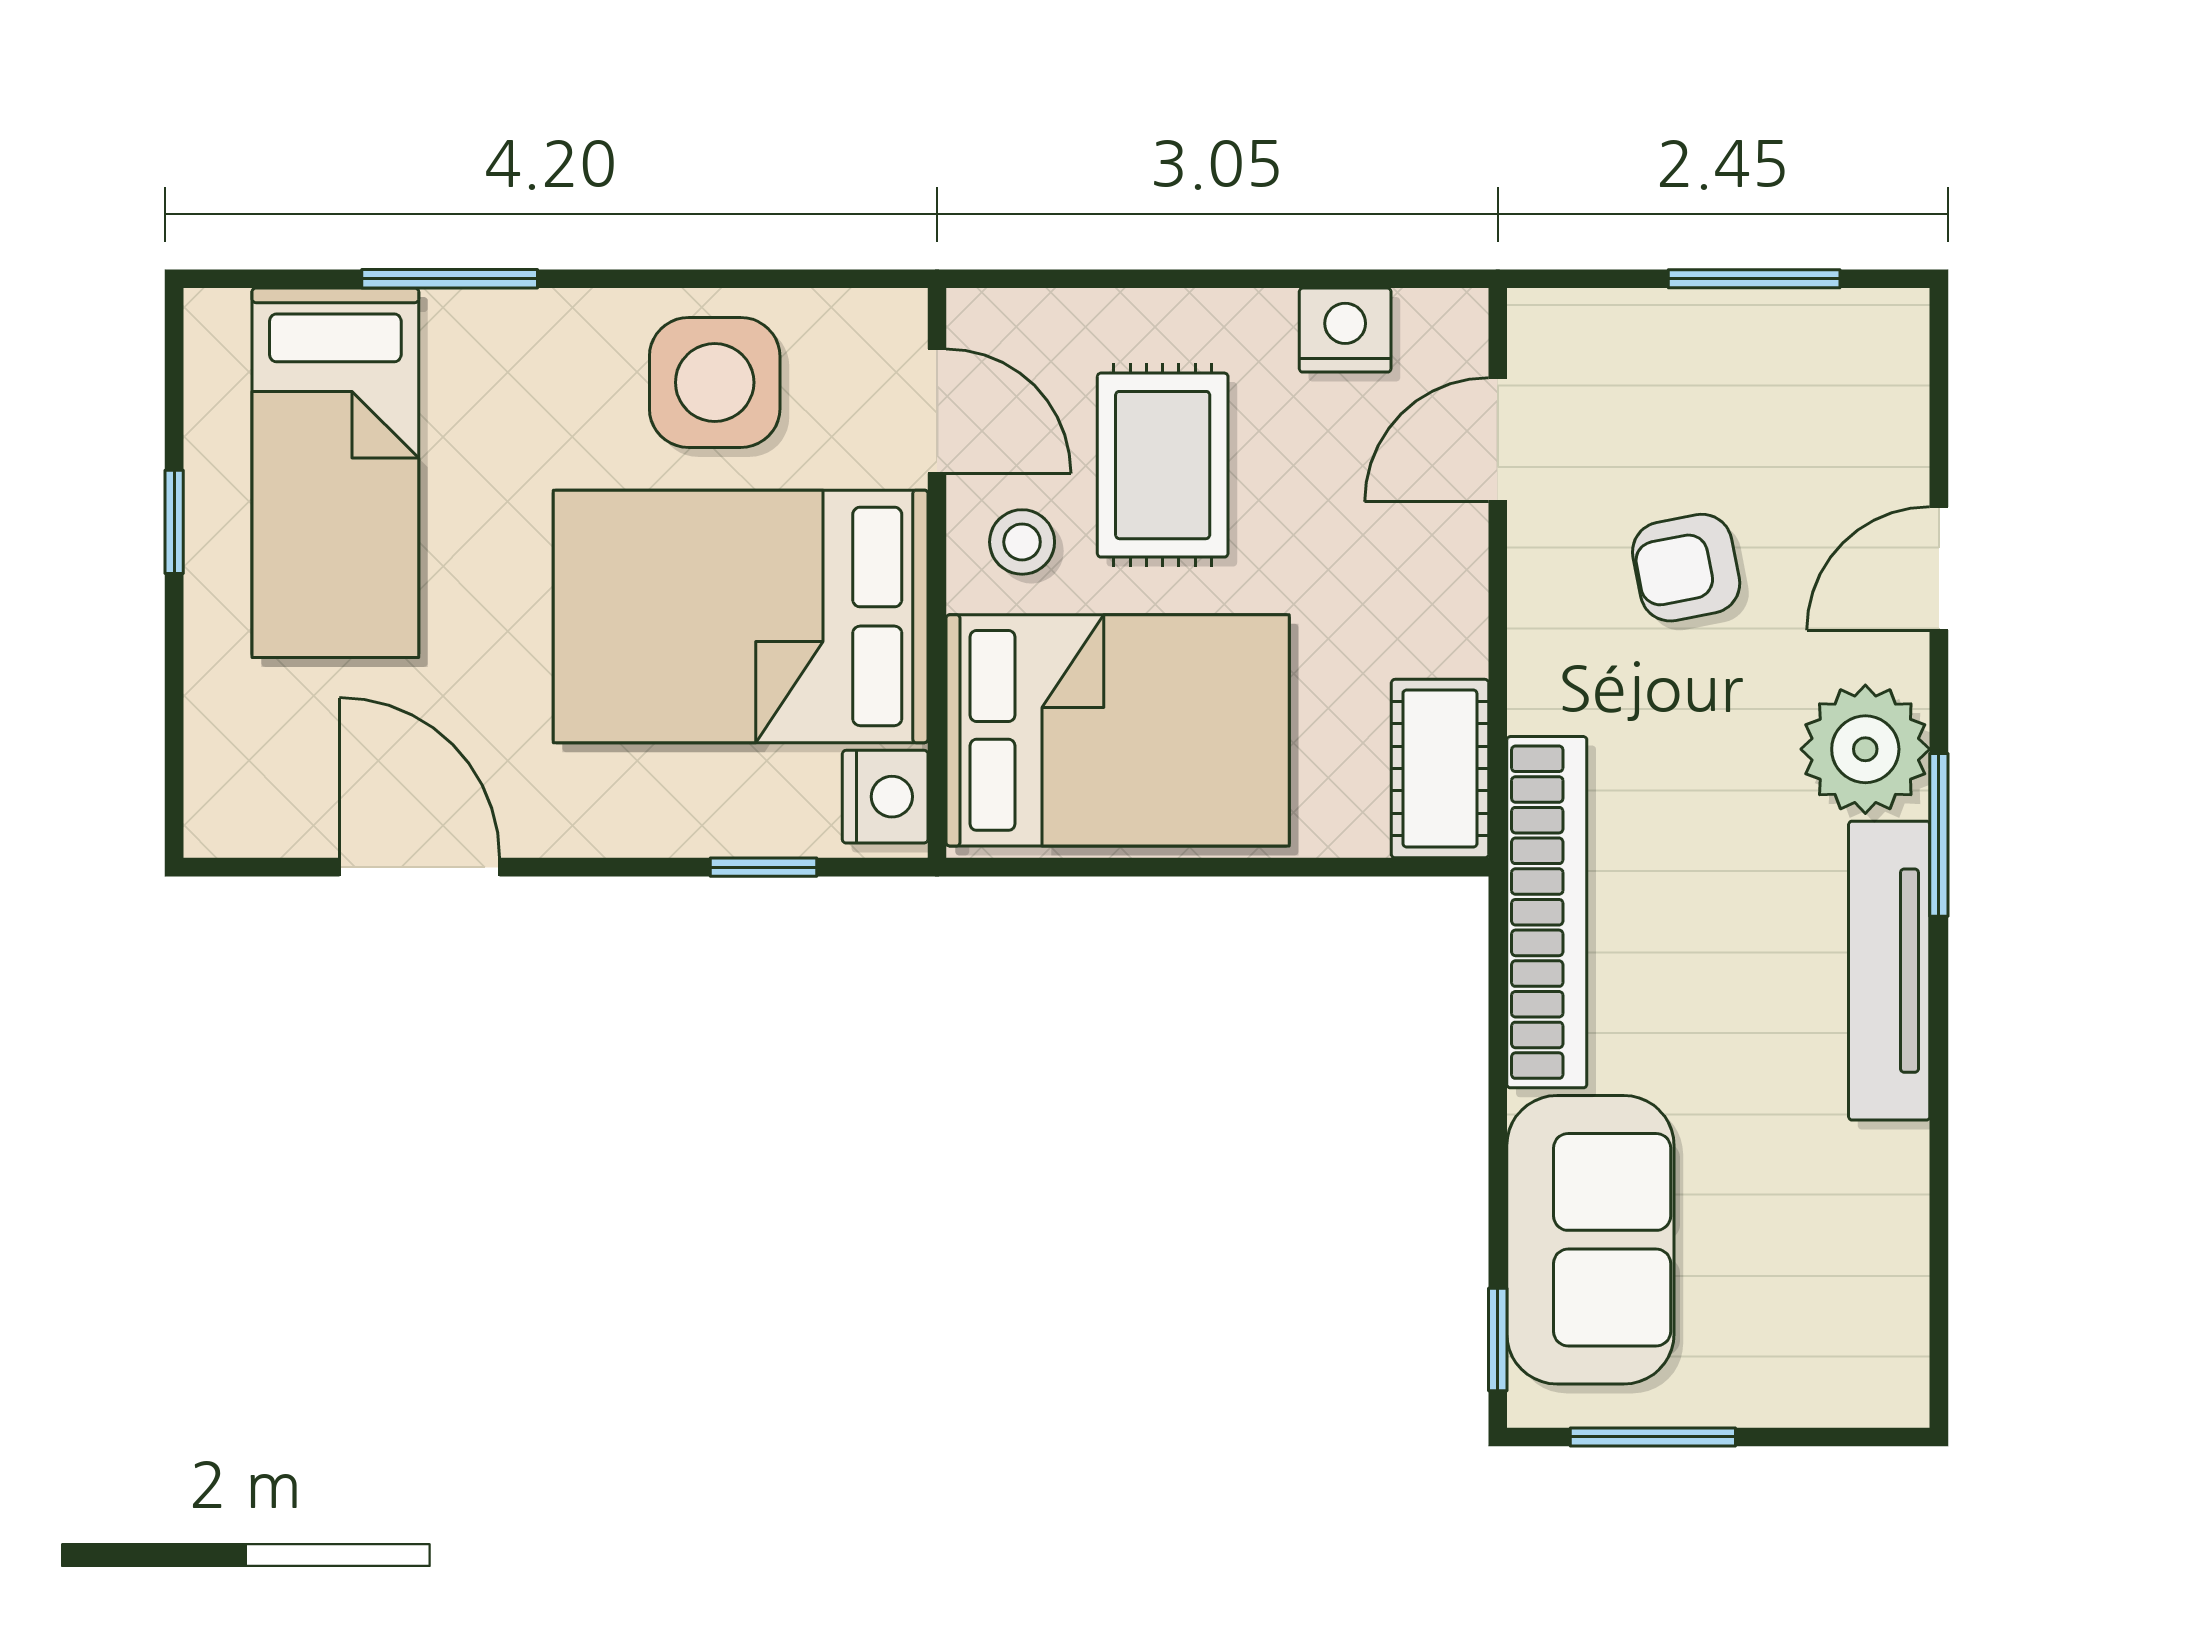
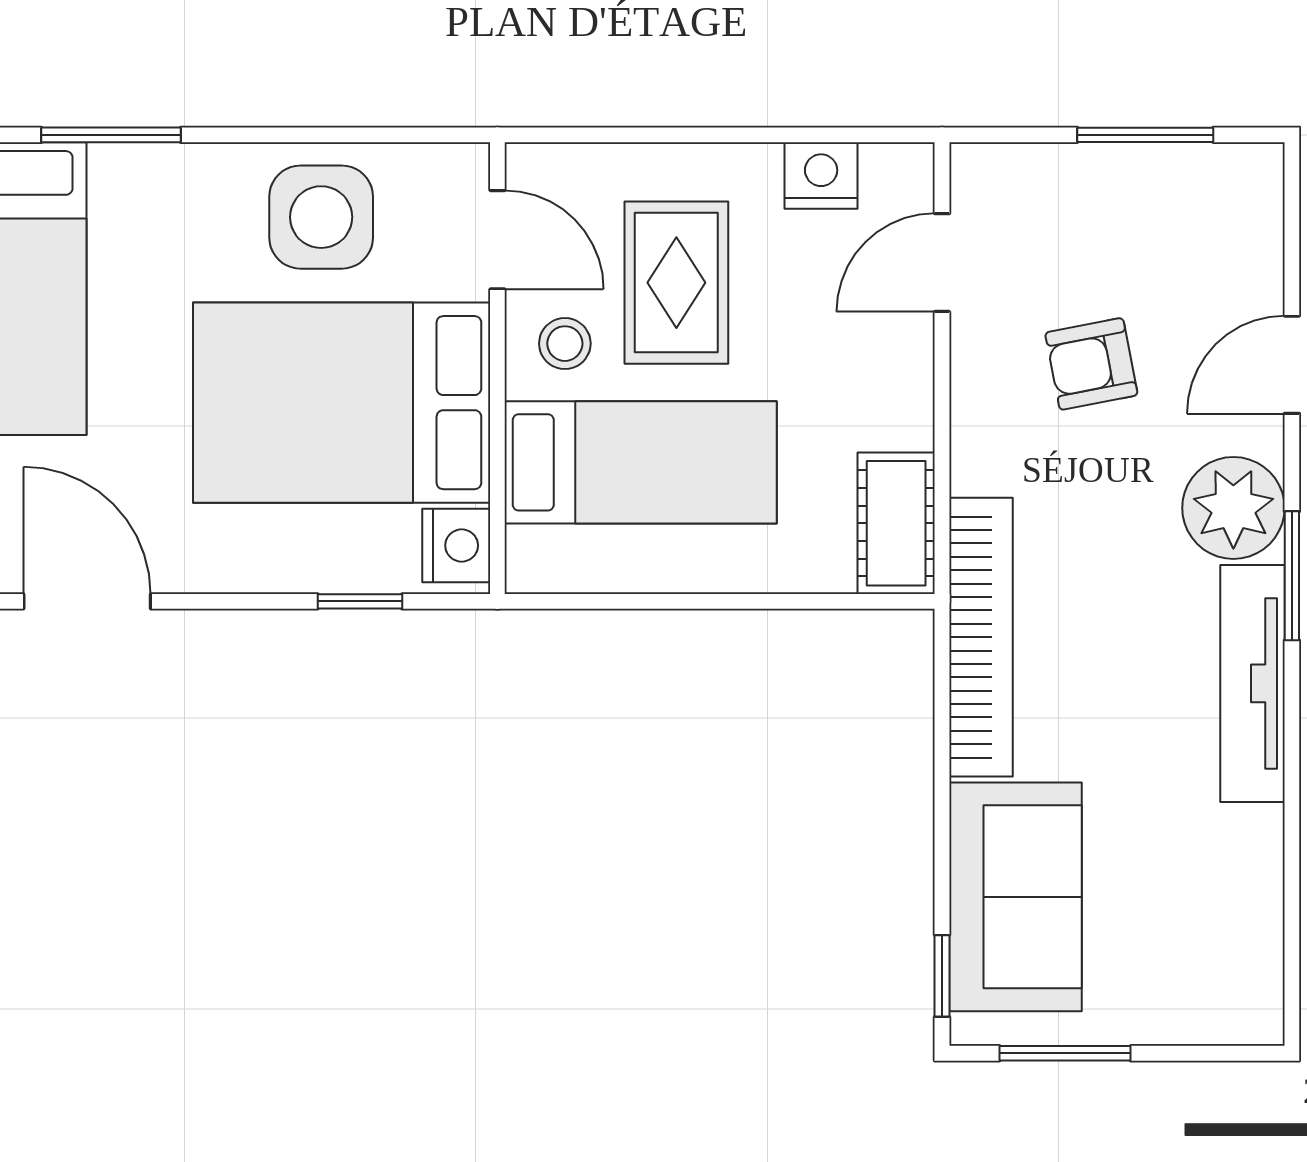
bed: (1118, 730) -> (641, 462), width x0.67

